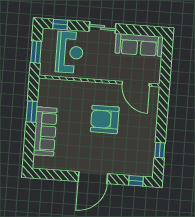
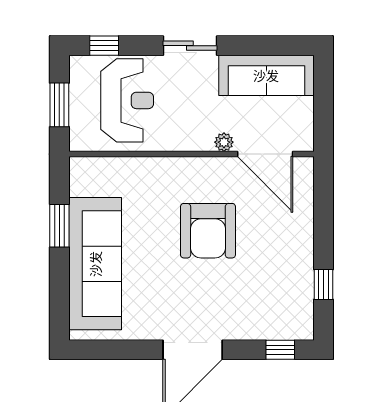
plant: (116, 76) -> (224, 142), added
armchair: (105, 119) -> (208, 231), turned -90
sofa: (45, 131) -> (95, 264), width x1.36, depth x1.27

